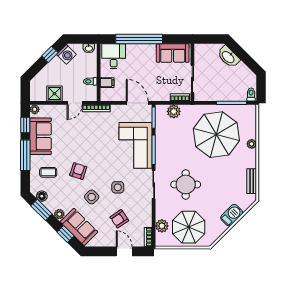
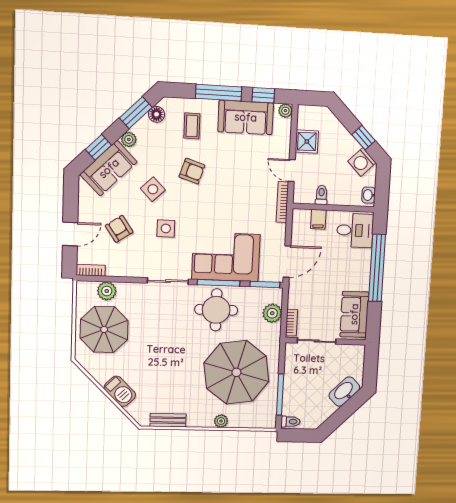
round table: (186, 184) -> (216, 310), moved

